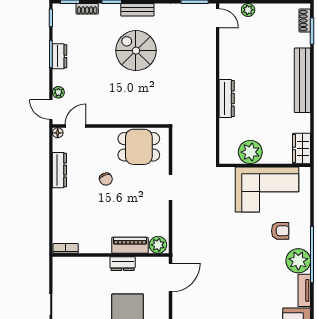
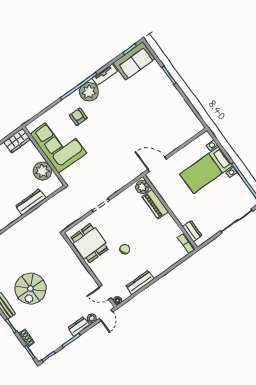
dresser: (60, 56) -> (79, 326), moved
dresser: (227, 99) -> (31, 202), moved
dresser: (123, 264) -> (192, 231), moved

